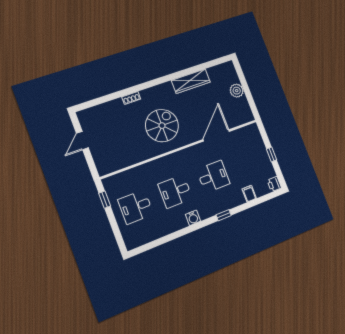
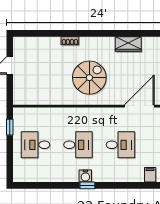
wardrobe: (191, 81) -> (128, 44), width x0.67
desk: (175, 191) -> (78, 145), turned 180
window: (224, 215) -> (87, 185), moved

